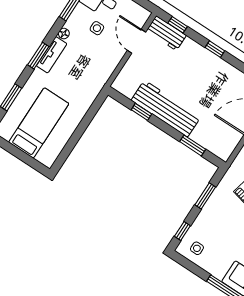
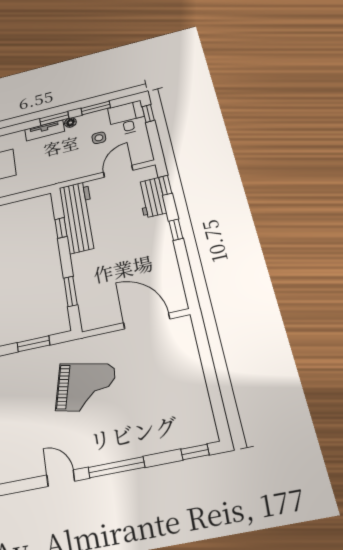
workbench: (166, 33) -> (152, 198), moved
window: (38, 56) -> (54, 119), moved
workbench: (166, 109) -> (78, 217), moved

